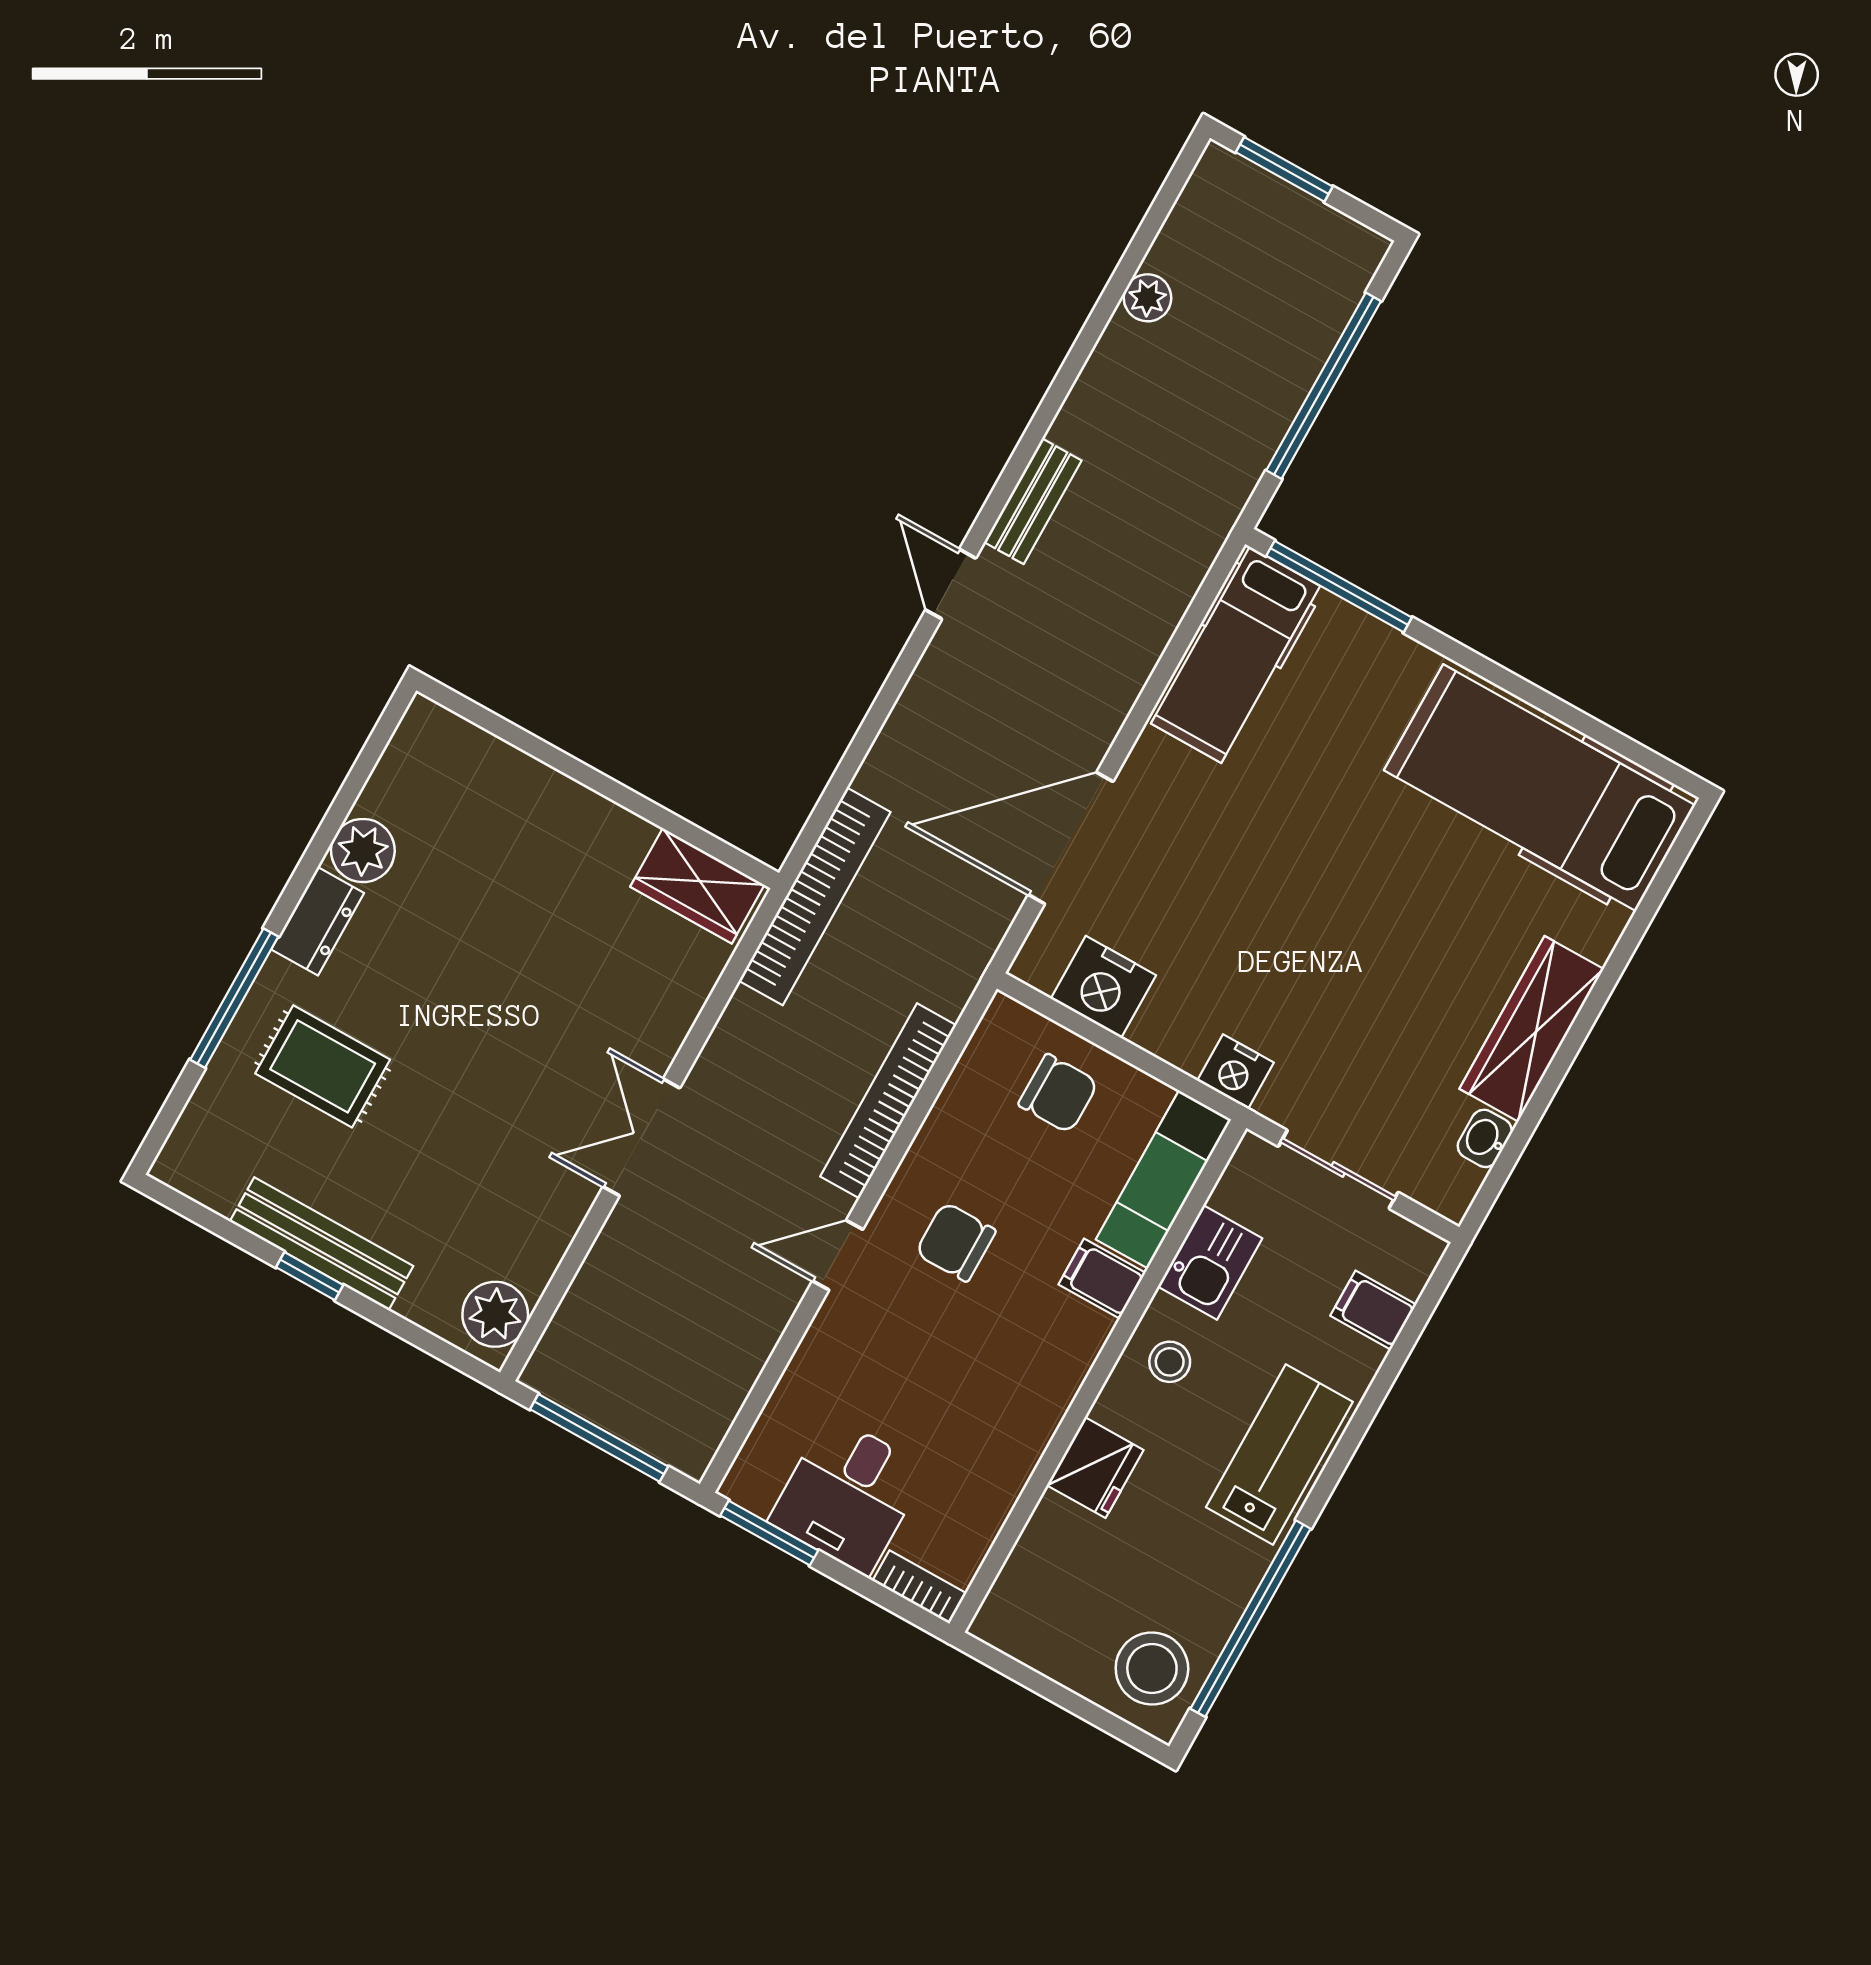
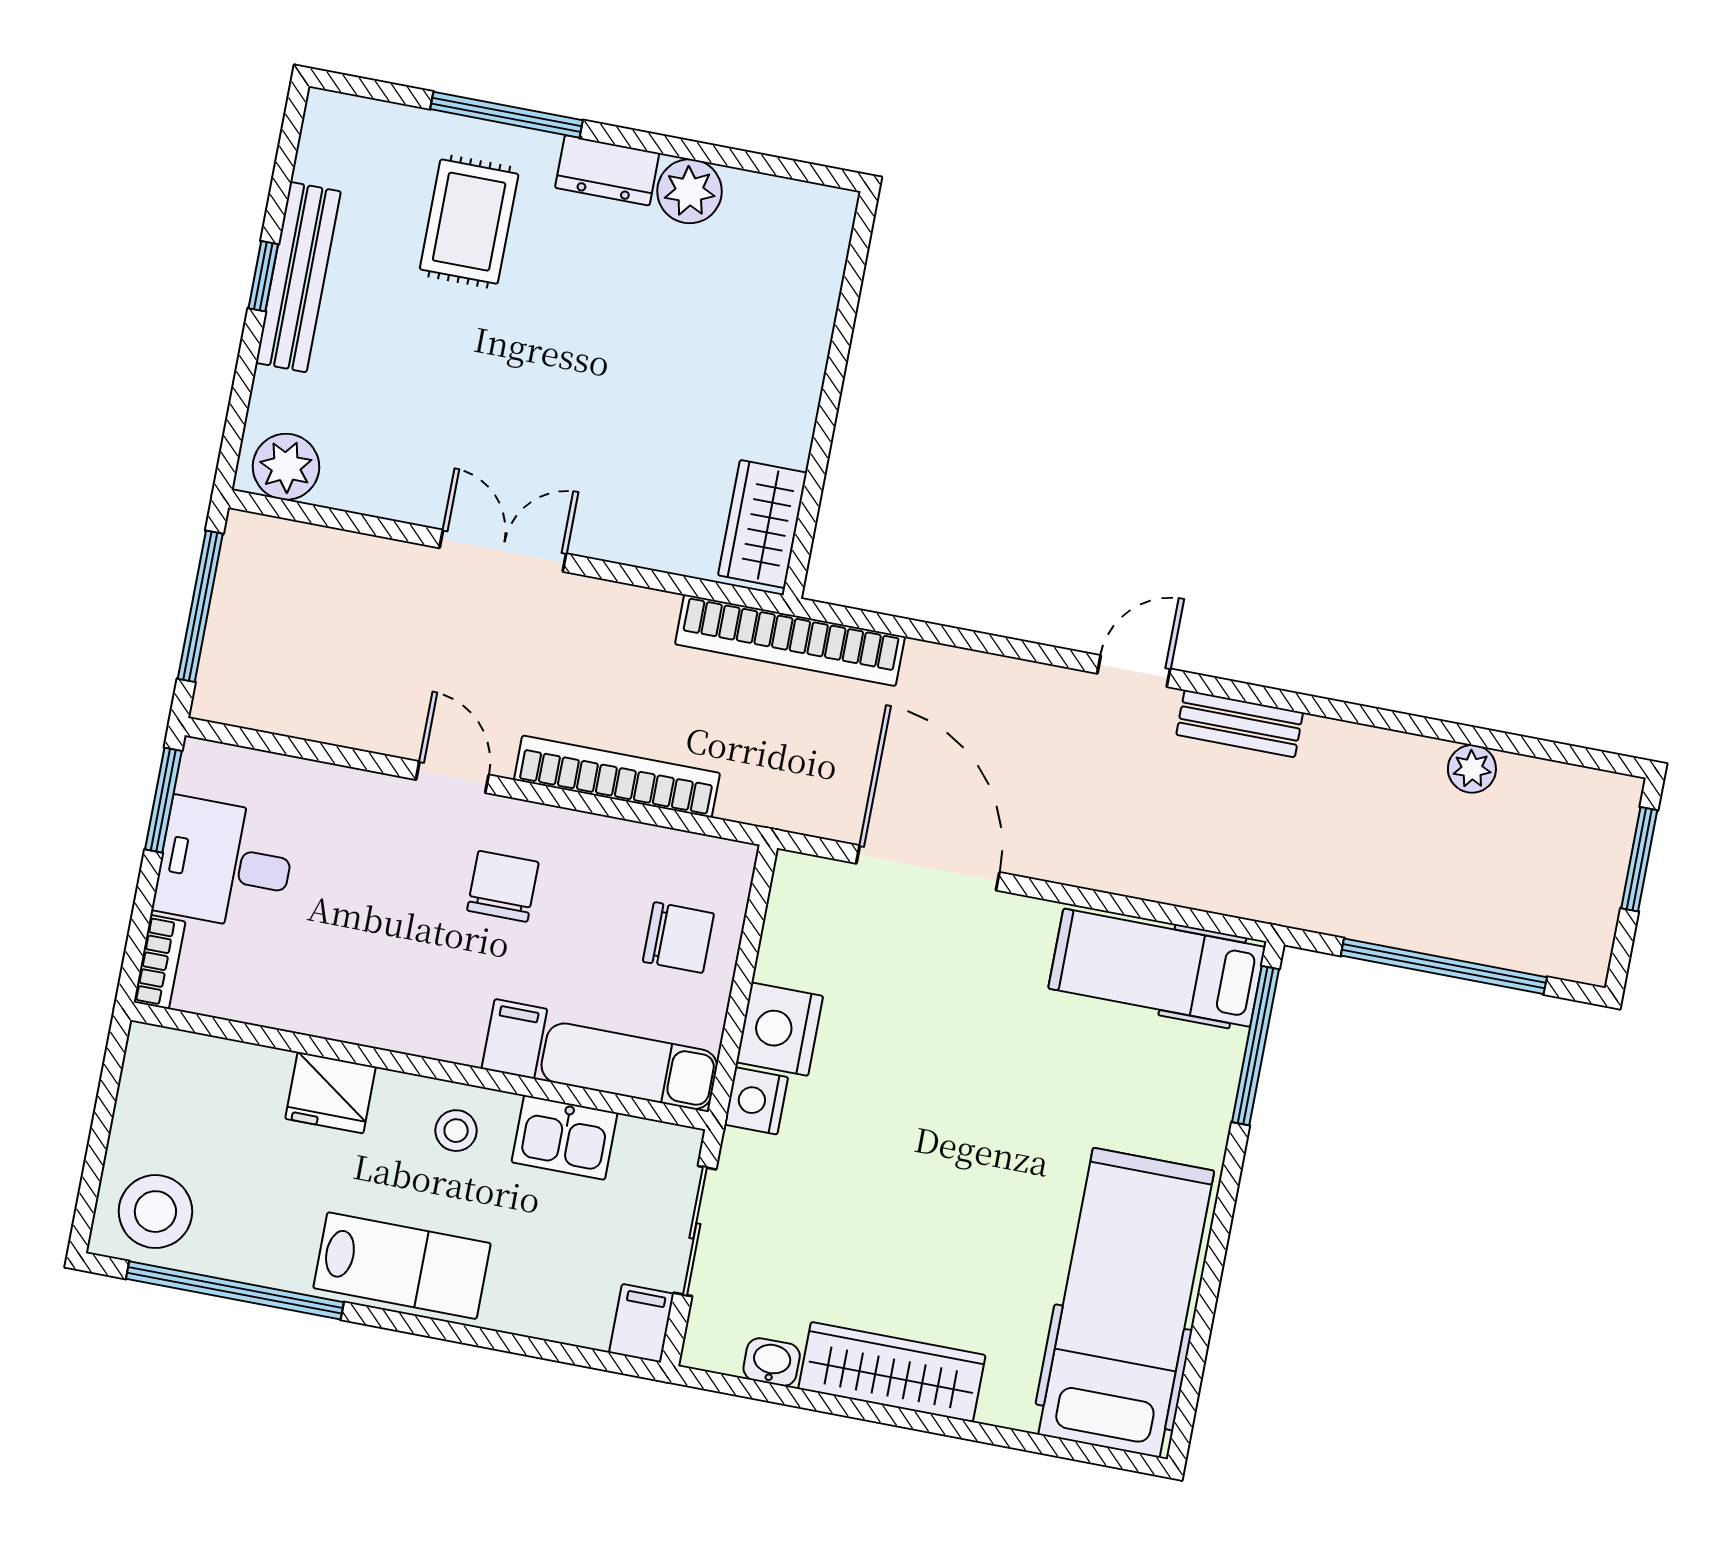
nightstand: (1103, 987) -> (780, 1029), moved
chair: (1058, 1093) -> (678, 938), turned -90
filing cabinet: (1373, 1310) -> (642, 1323), moved

